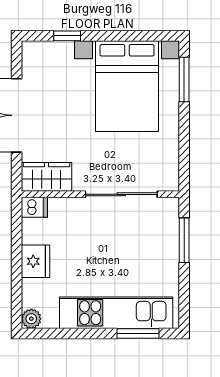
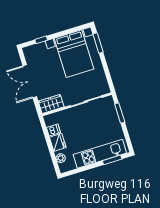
dishwasher: (34, 207) -> (53, 130), moved
plant: (31, 319) -> (61, 158), moved

